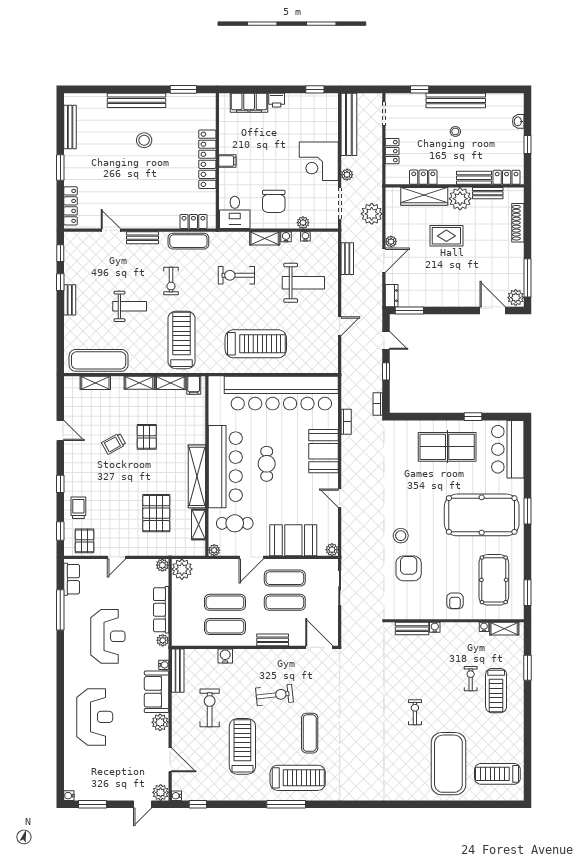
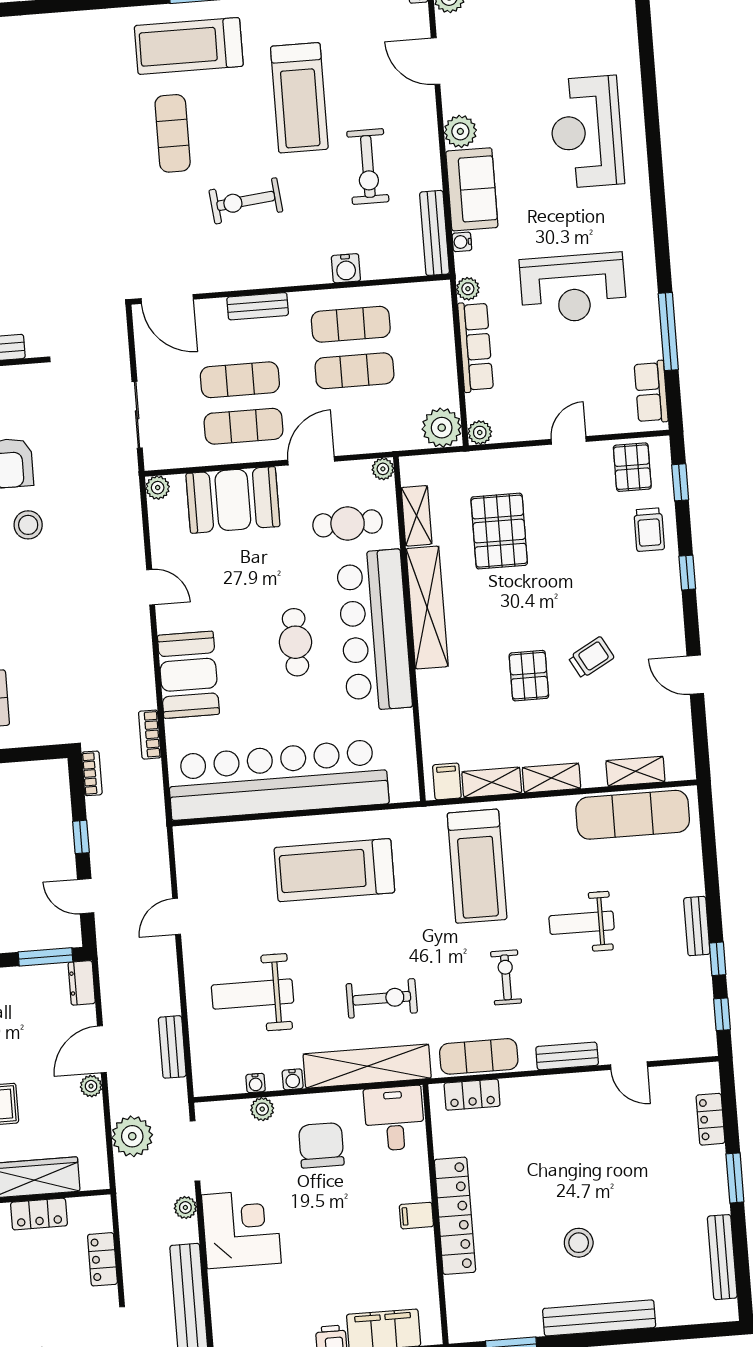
locker: (71, 206) -> (710, 1119), width x0.66
shelving: (265, 238) -> (367, 1066), width x2.20, depth x1.33
reception desk: (108, 636) -> (573, 288), turned -90

